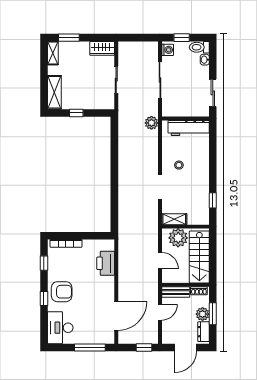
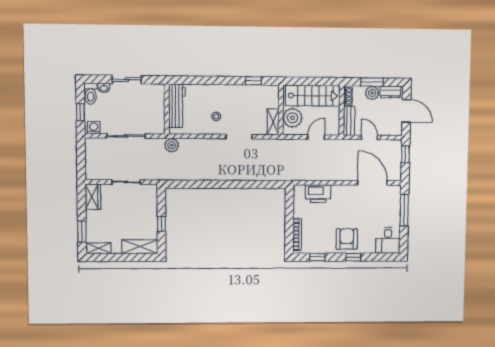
sliding door: (213, 93) -> (127, 80), moved
desk: (60, 328) -> (388, 240), width x0.73

